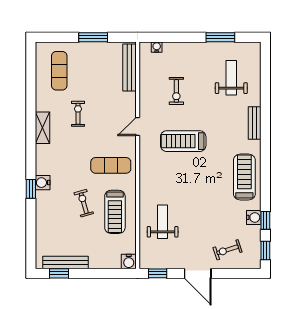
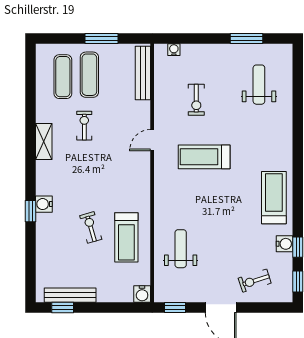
bench: (255, 123) -> (285, 136), removed
exercise mat: (111, 165) -> (89, 75), moved, turned 90

